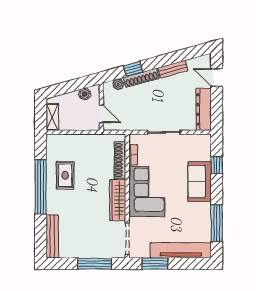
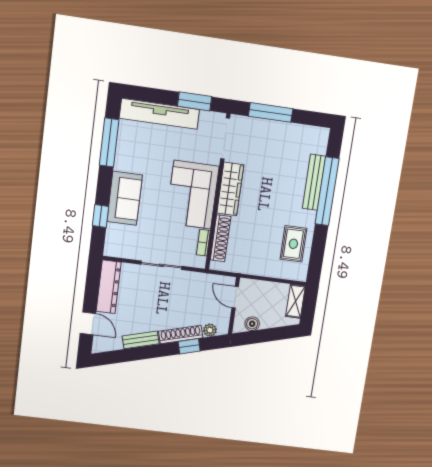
rug: (65, 175) -> (293, 244), moved
window: (41, 187) -> (327, 191), moved
bench: (52, 236) -> (314, 182), moved

